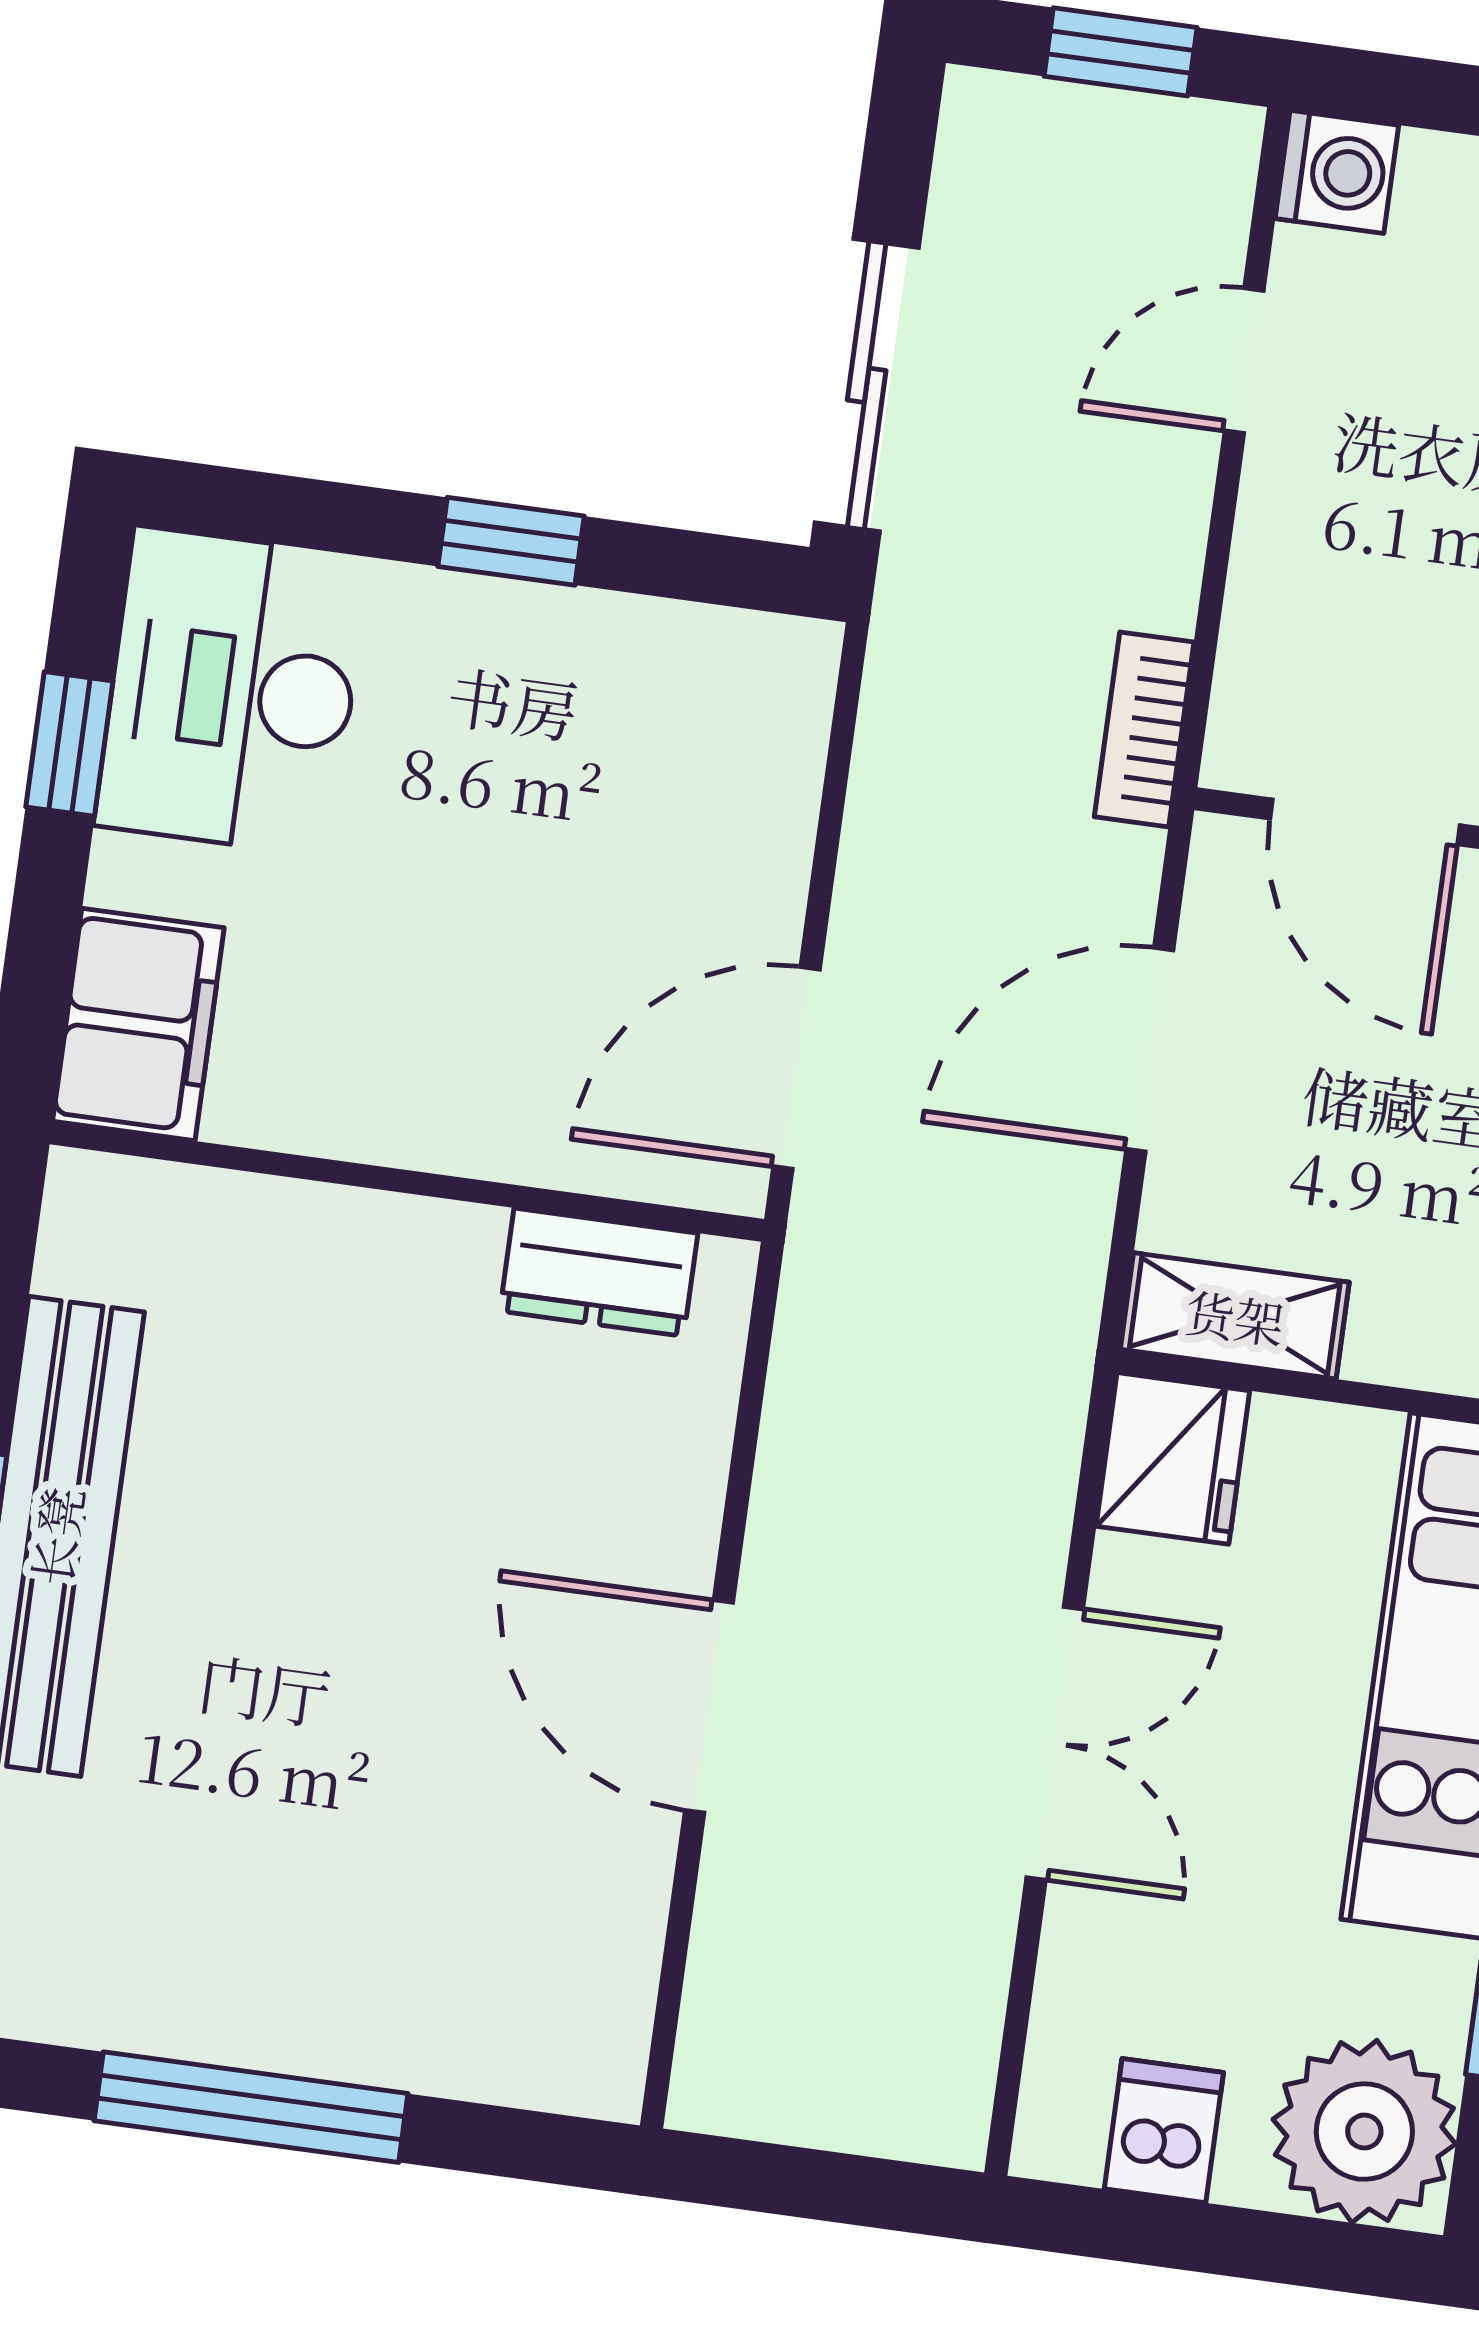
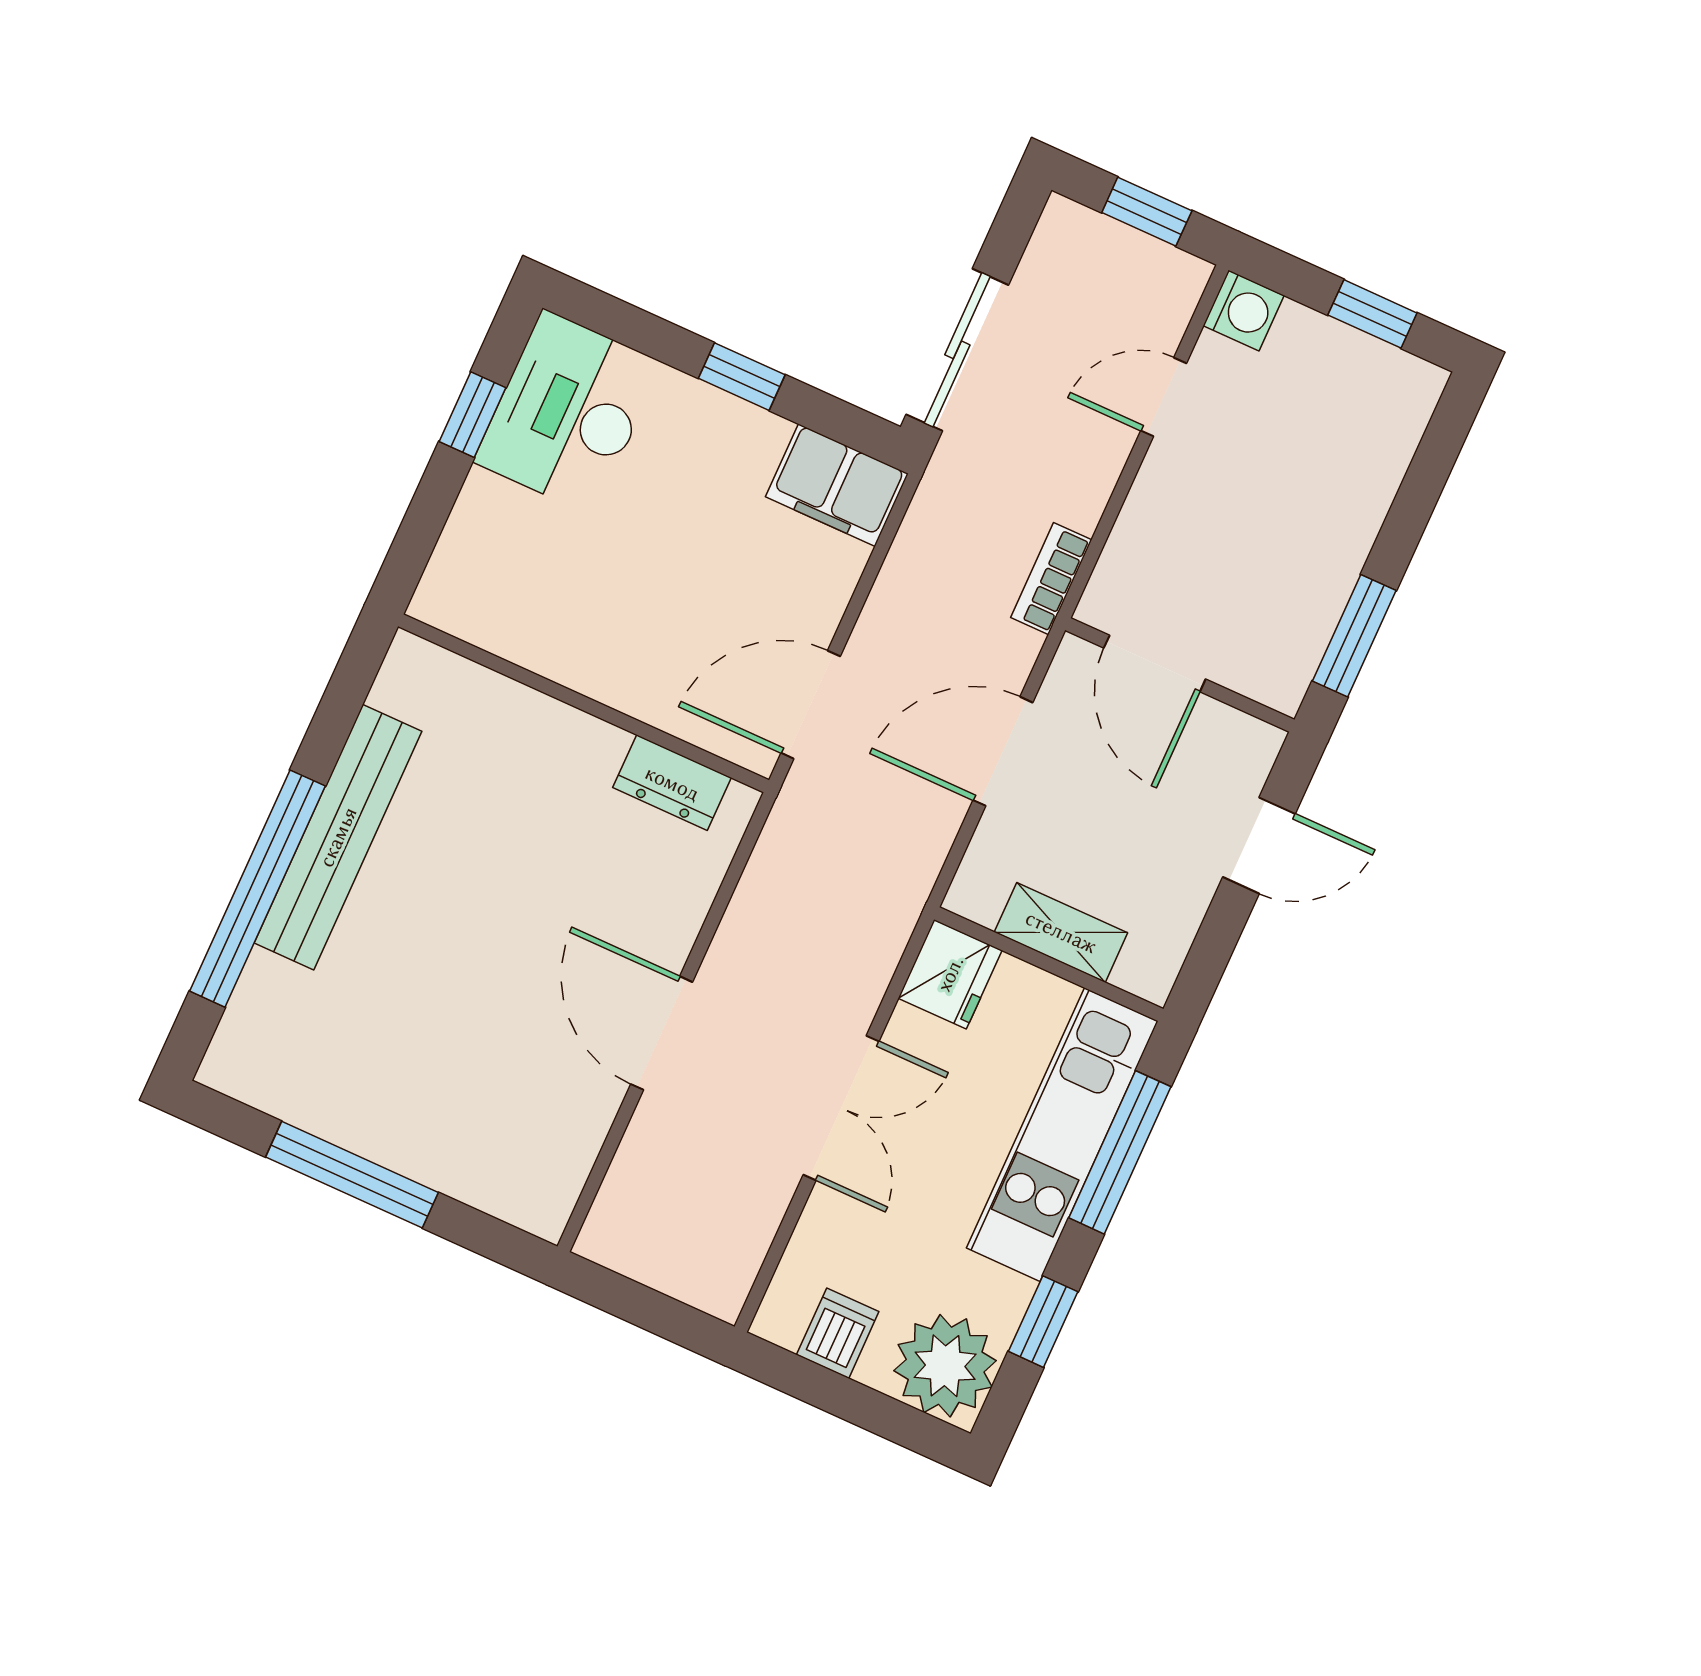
filing cabinet: (138, 1024) -> (837, 485), moved, turned 90
shelving: (1235, 1316) -> (1061, 932), moved

